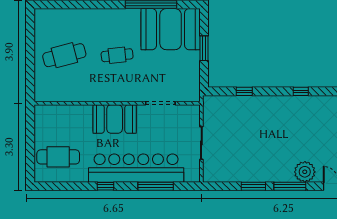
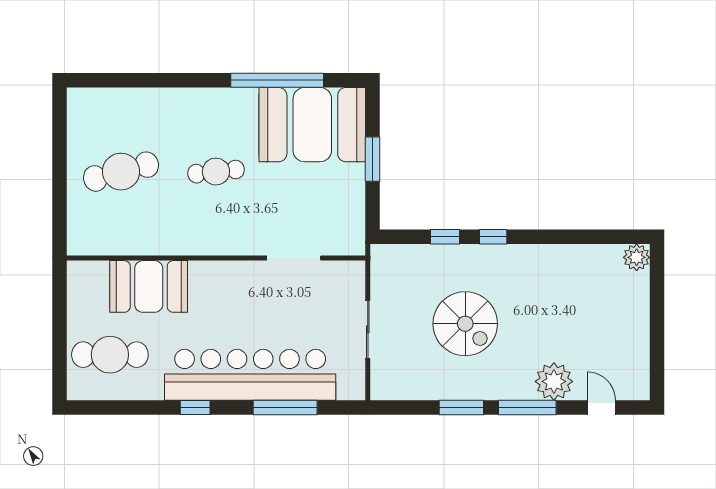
window: (301, 91) -> (493, 237), moved
booth: (115, 119) -> (149, 286), moved
spiral stairs: (256, 140) -> (465, 324), added

